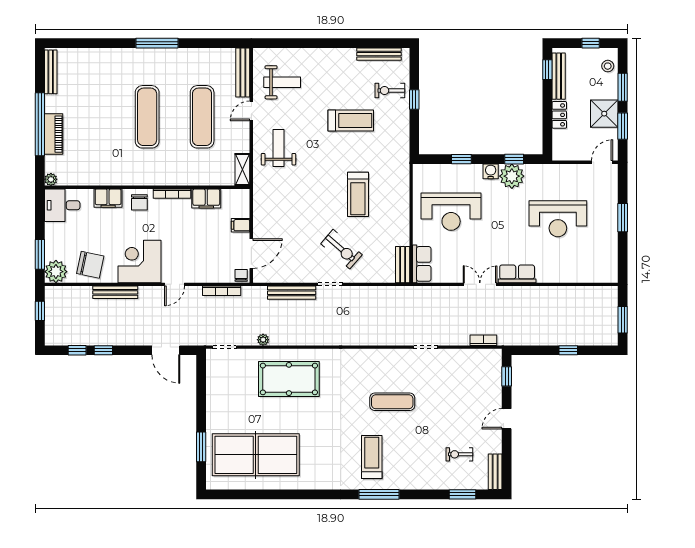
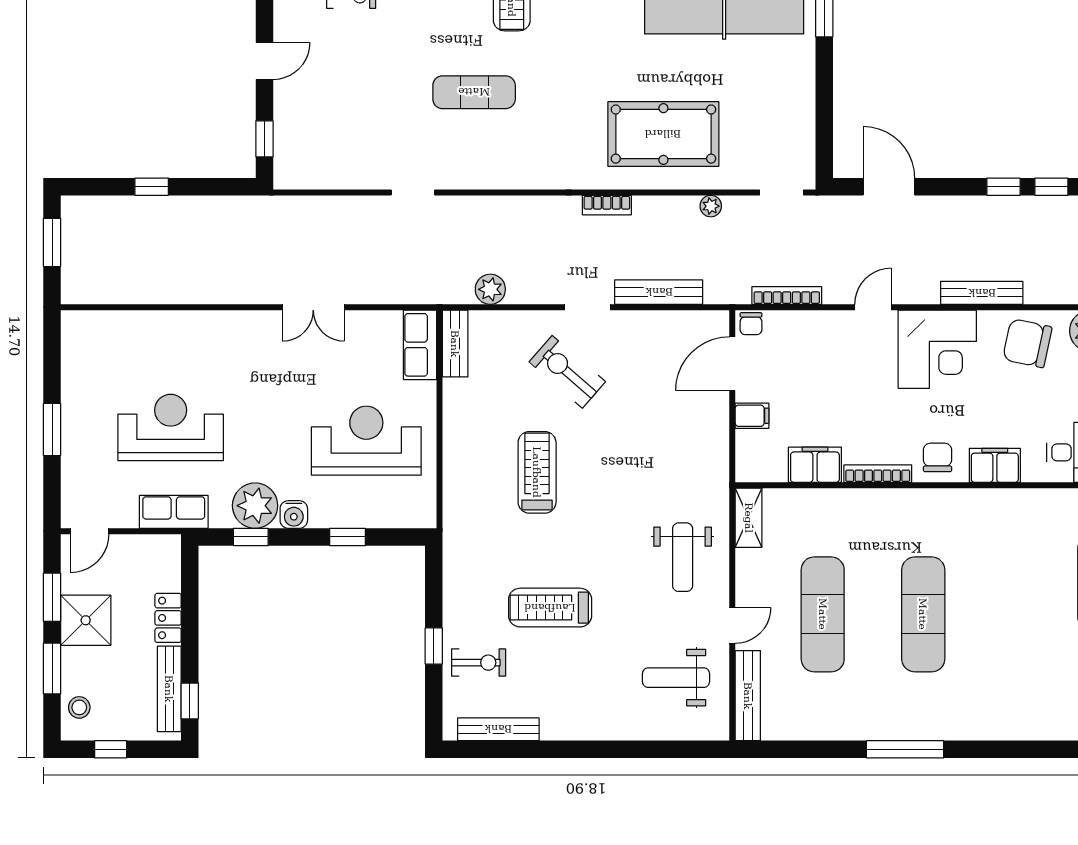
row of seats: (517, 274) -> (174, 512), moved, turned 180
plant: (383, 294) -> (490, 289), added
bookcase: (483, 340) -> (607, 205), moved

